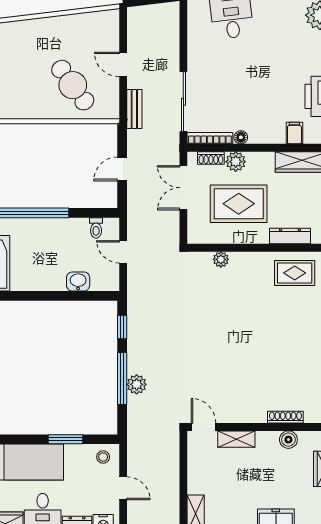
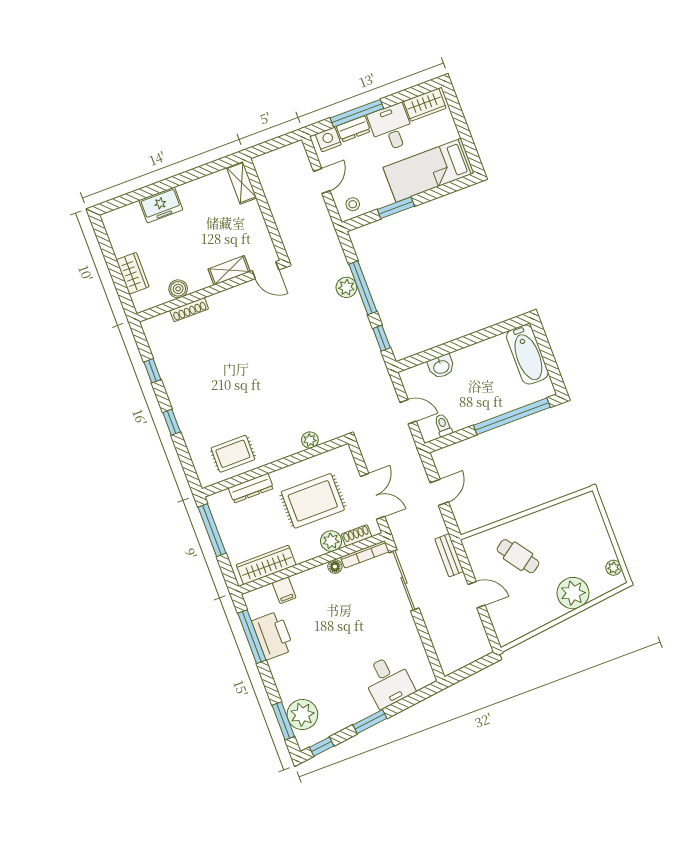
plant: (36, 33) -> (573, 593), added
cafe table: (73, 85) -> (518, 556), width x0.73, depth x0.74
door: (123, 488) -> (322, 181), swing flipped

